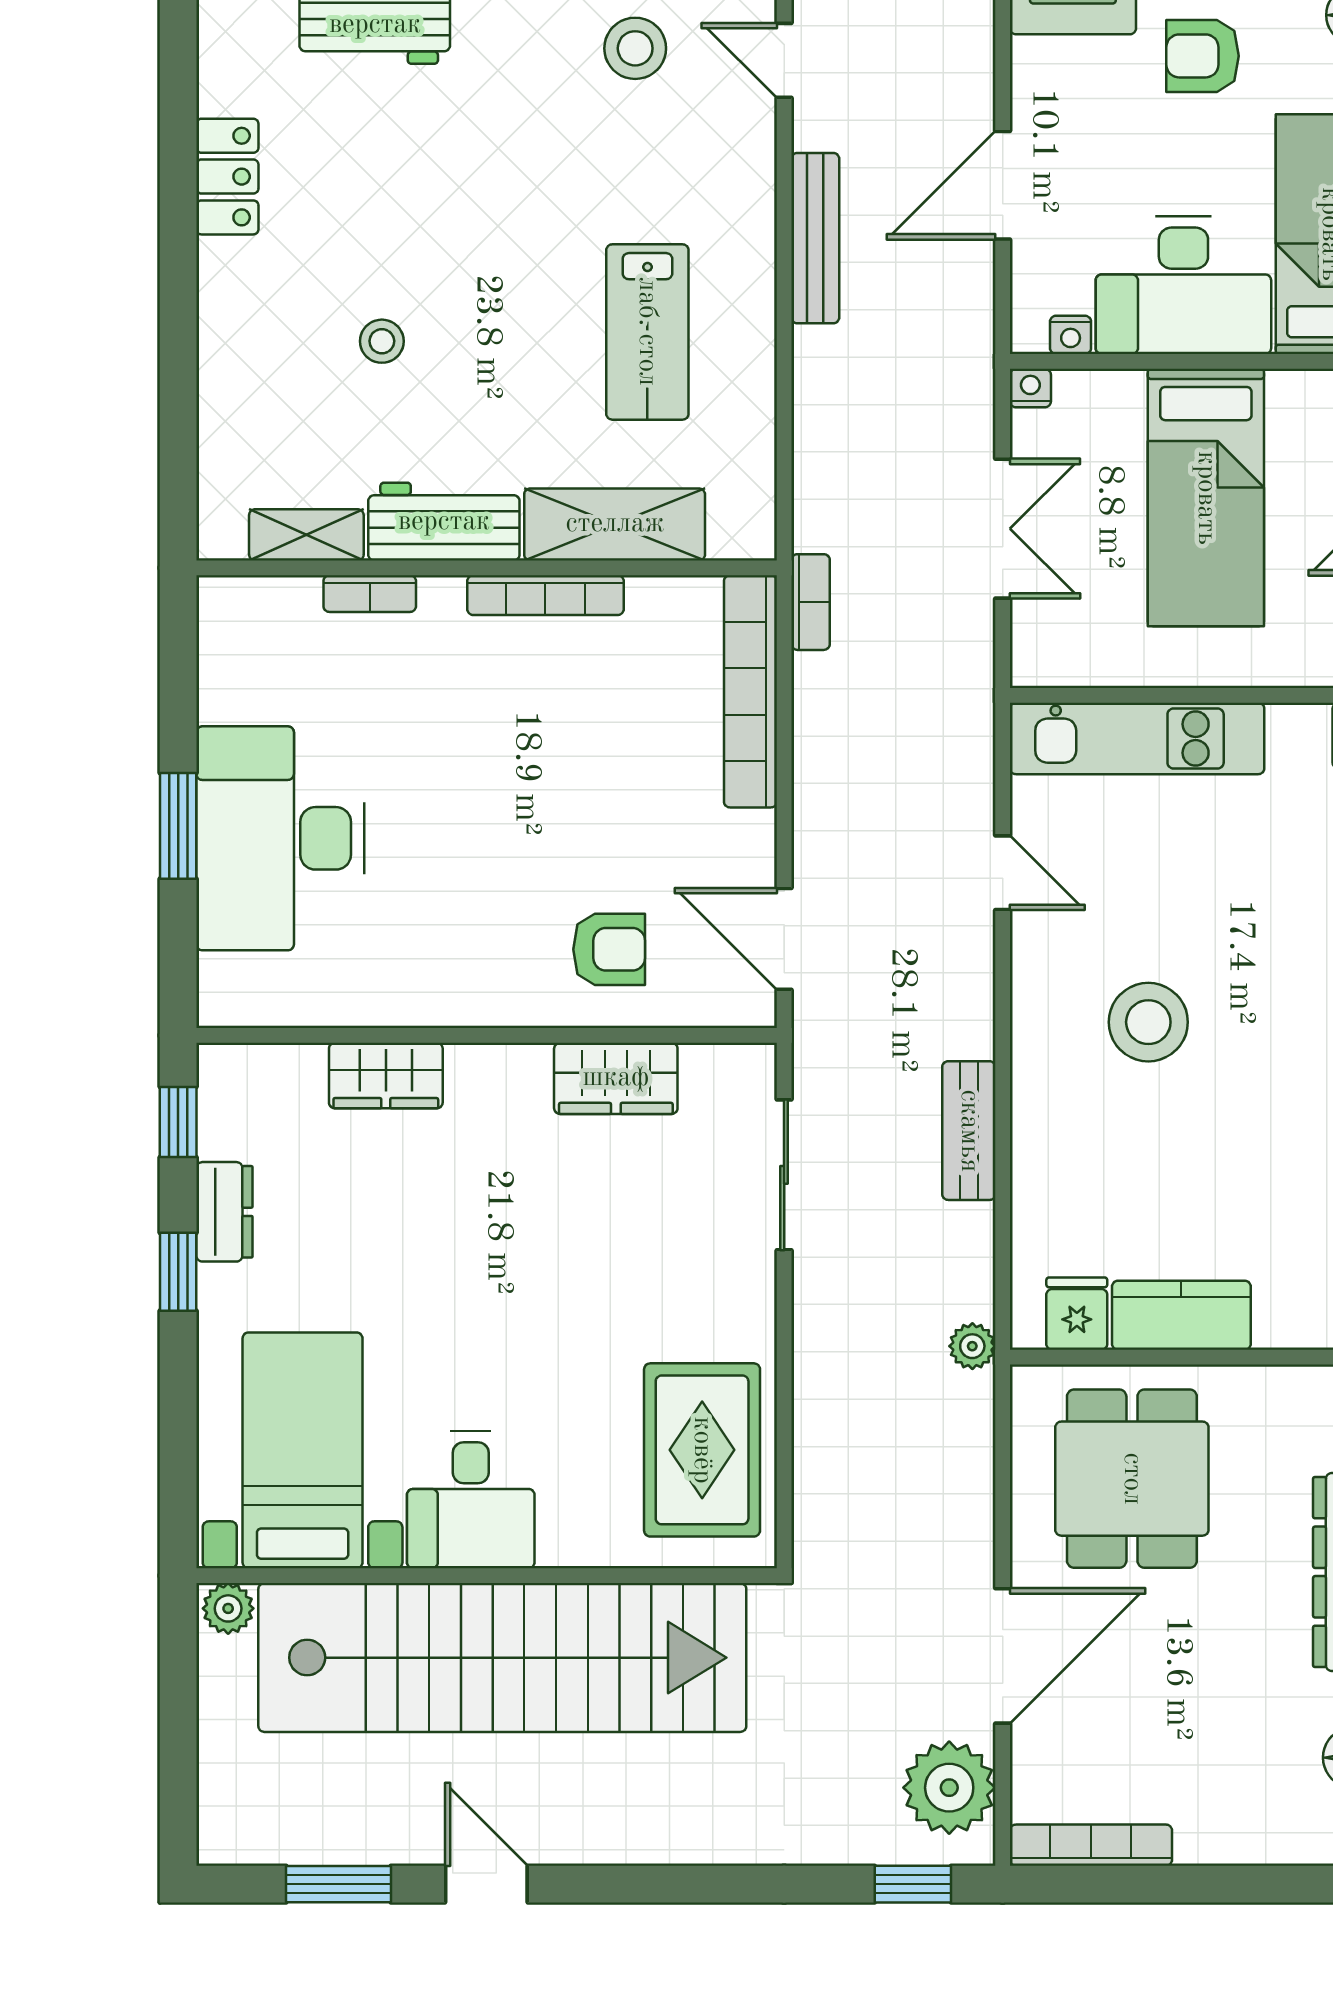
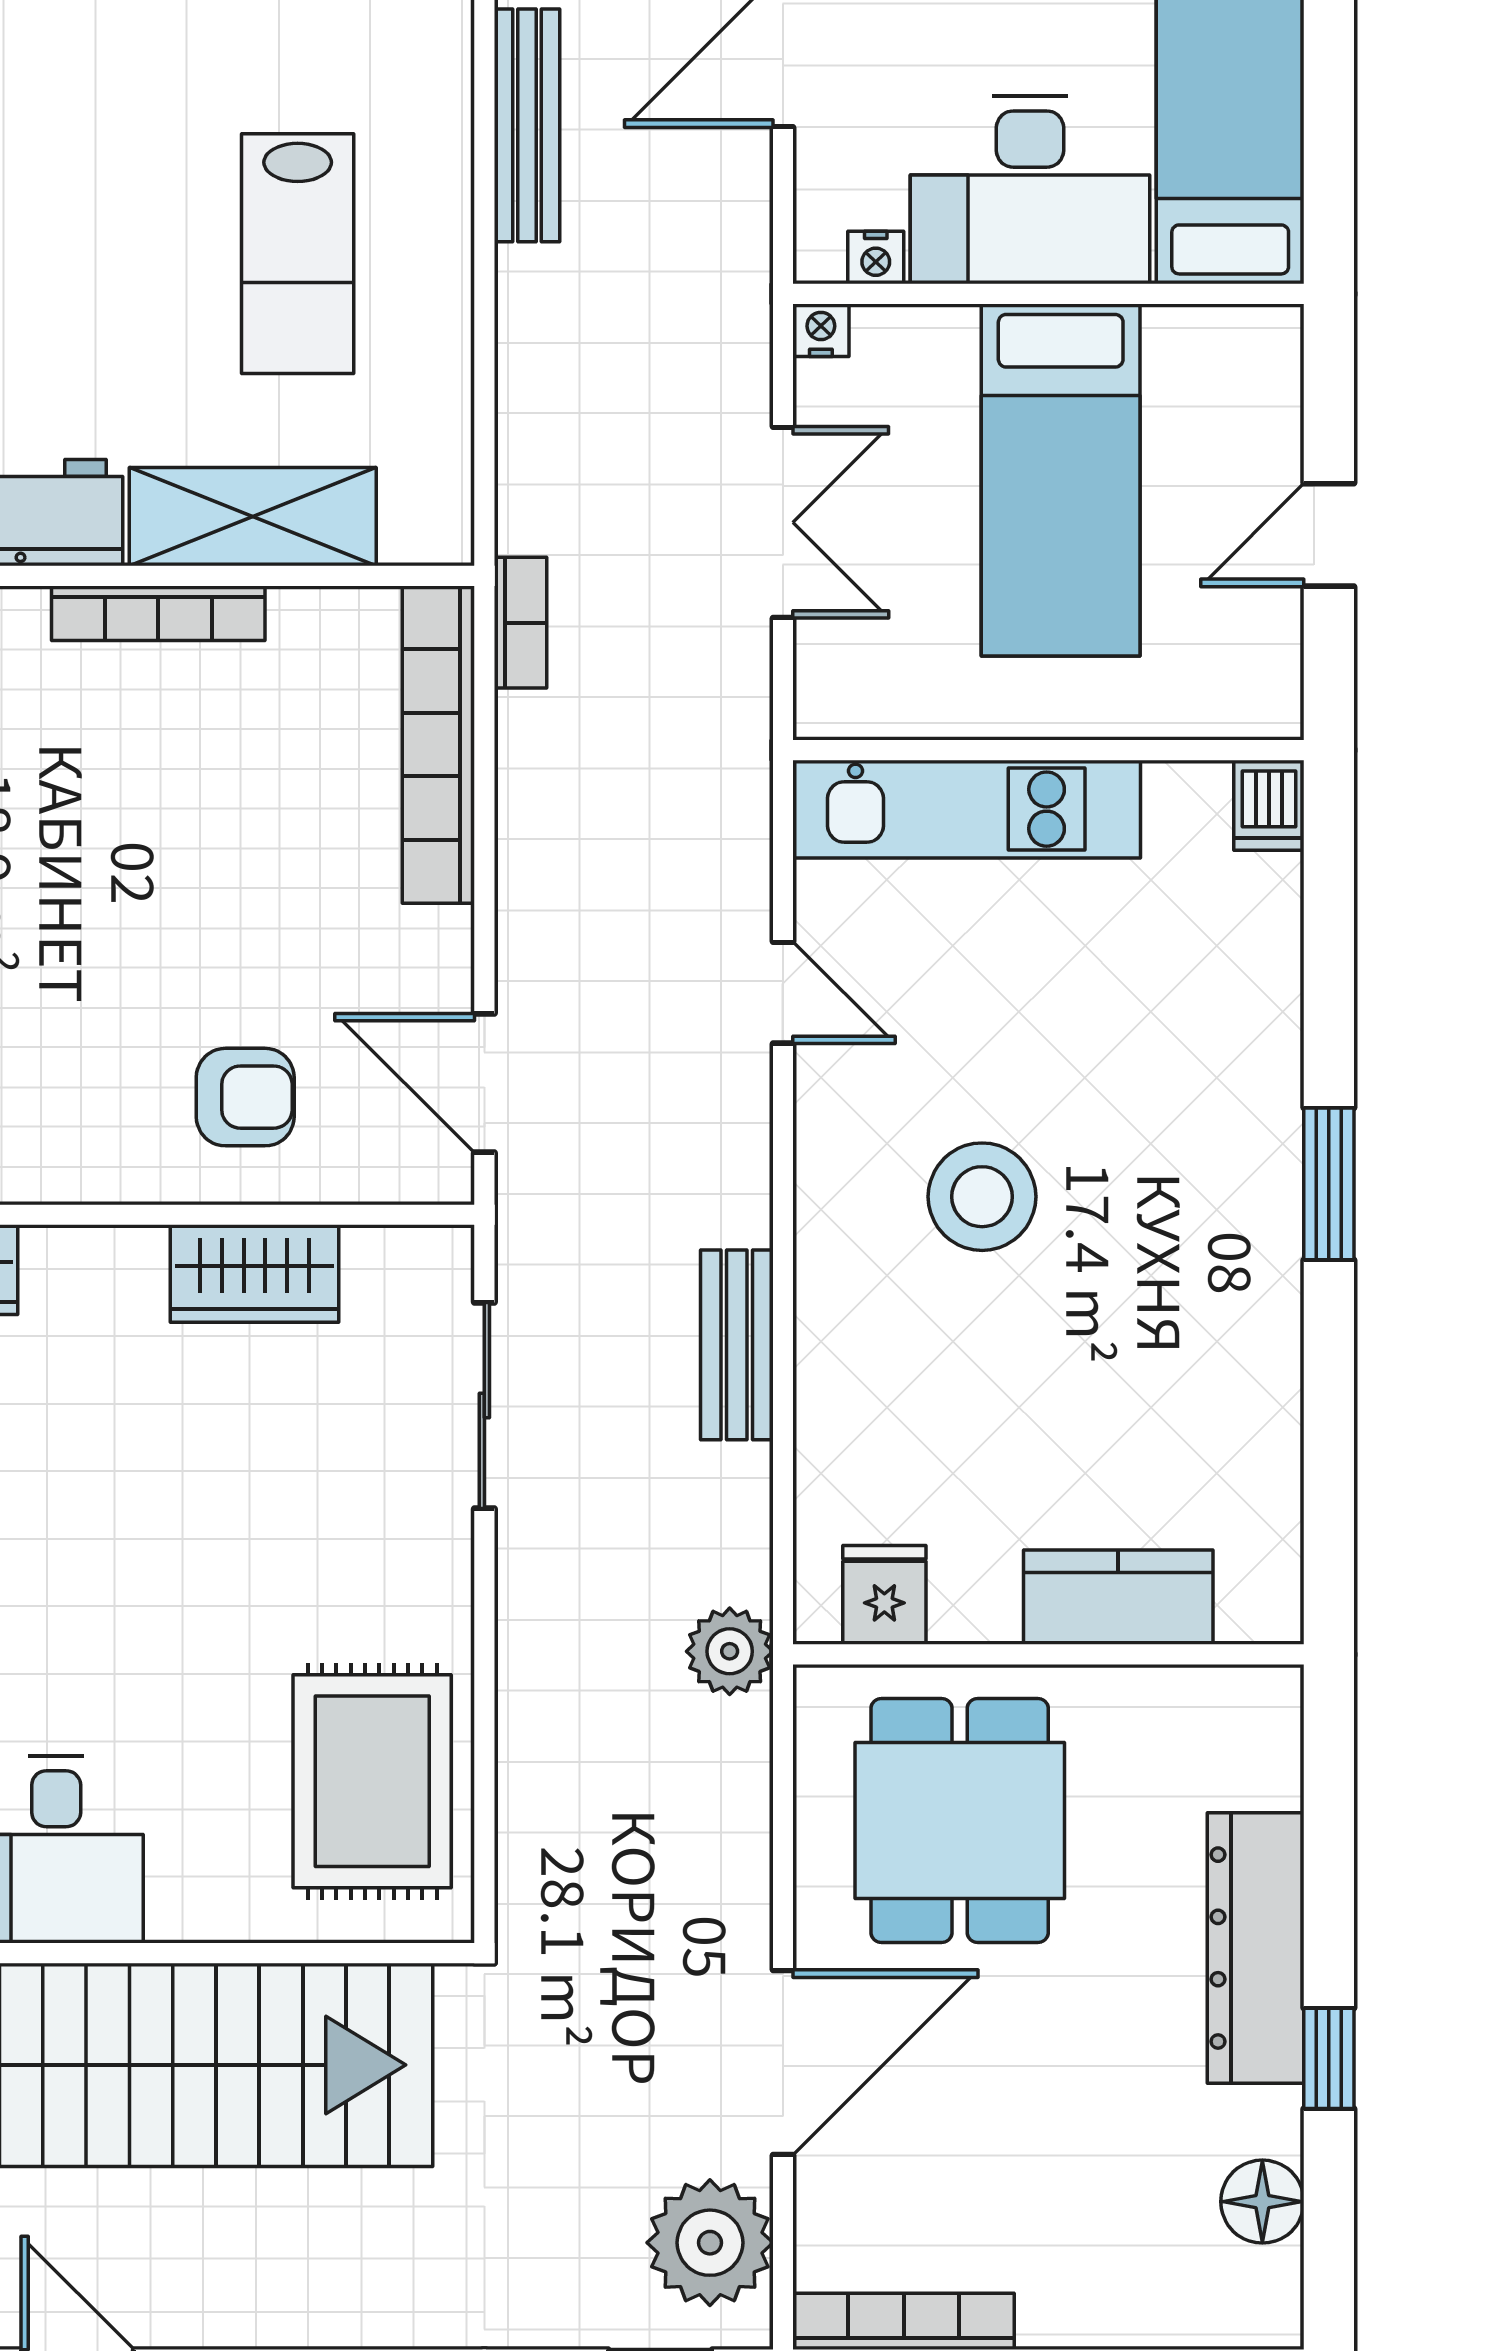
kitchen counter: (1181, 1315) -> (1118, 1597), moved
plant: (972, 1346) -> (730, 1651), width x1.38, depth x1.38

